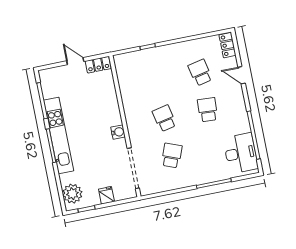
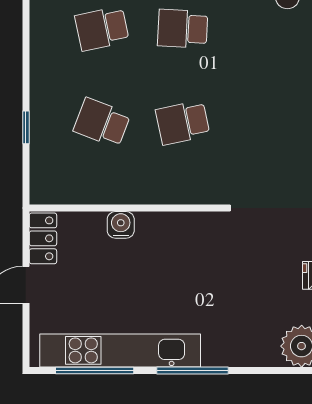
water cooler: (118, 132) -> (121, 225), moved
kitchen unit: (59, 135) -> (120, 350), moved
school desk: (172, 156) -> (102, 123), moved

